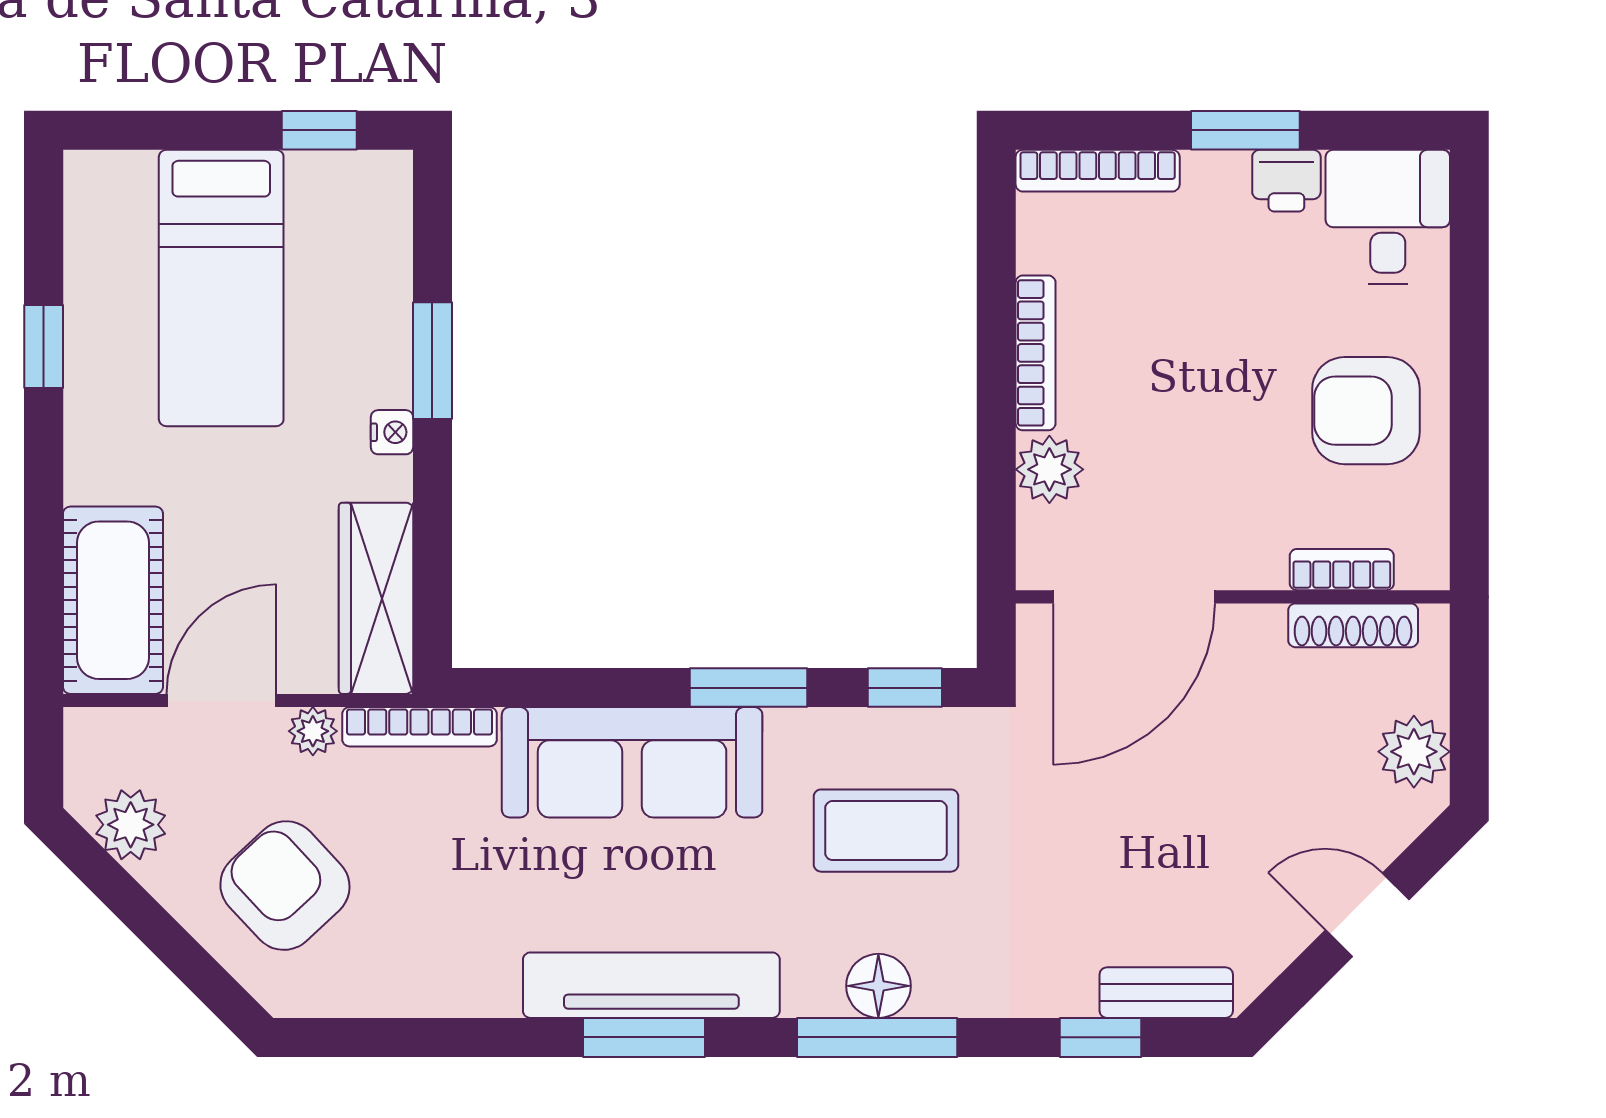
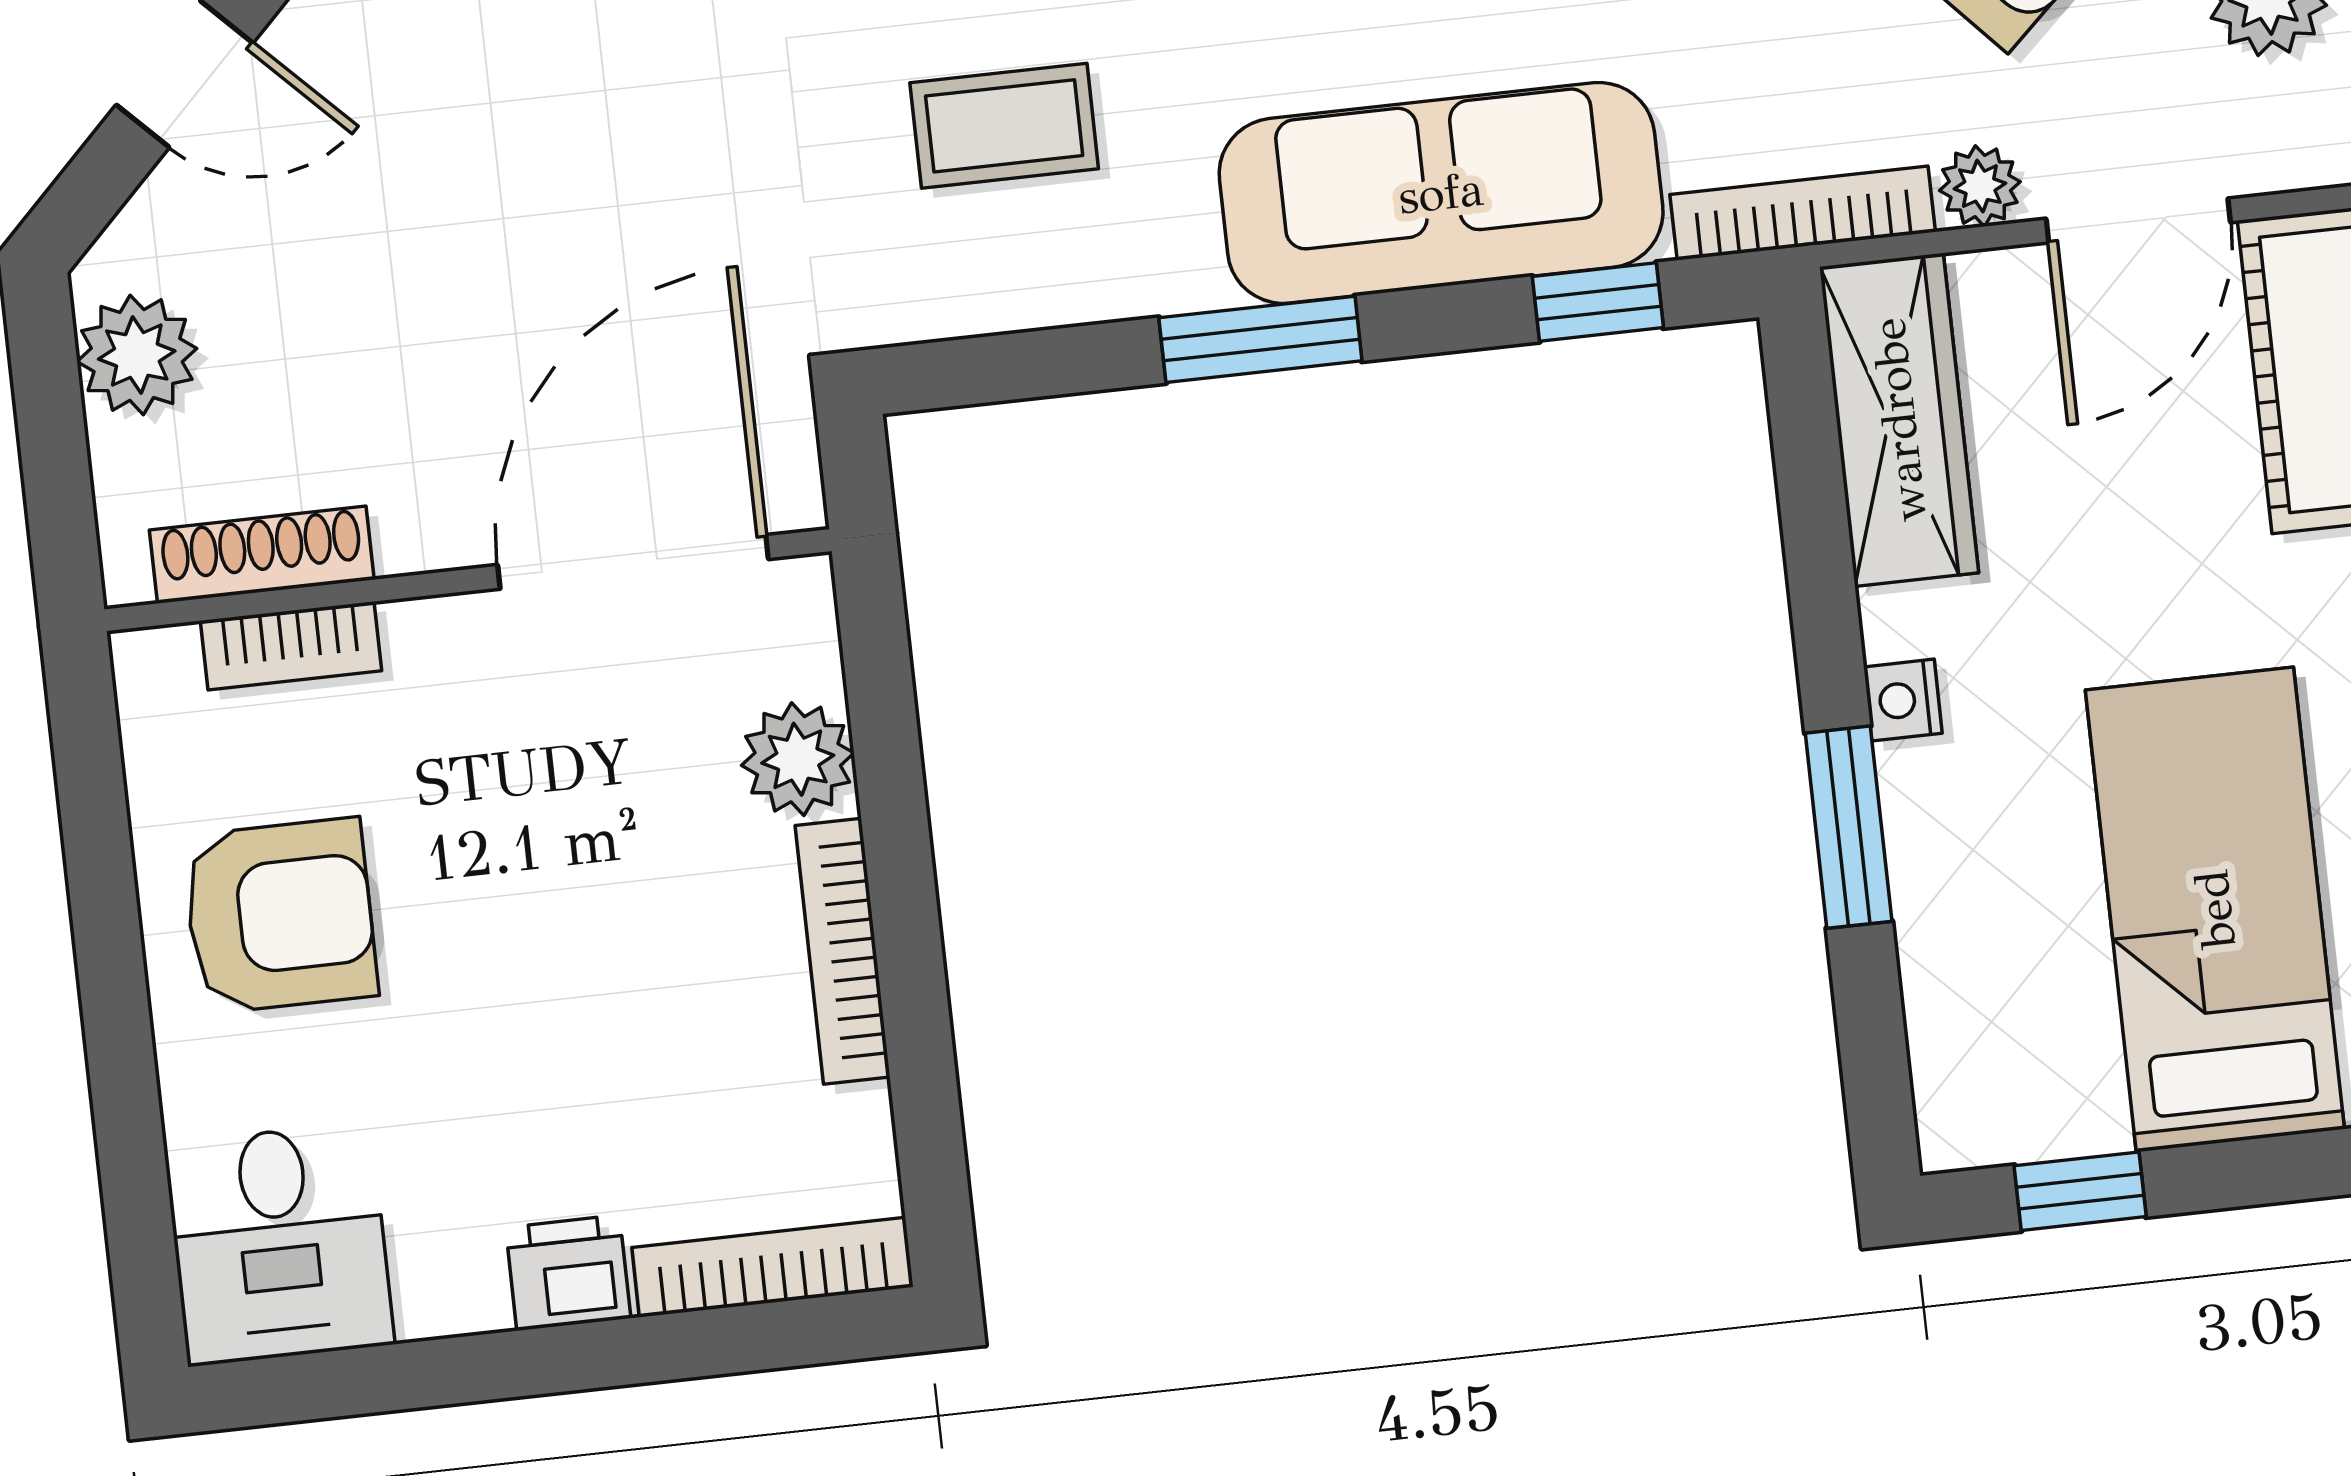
window: (1245, 130) -> (533, 1362), removed
printer: (1286, 181) -> (568, 1273), moved
window: (905, 688) -> (1598, 302), moved
coffee table: (886, 831) -> (1004, 126), width x0.73, depth x0.77

